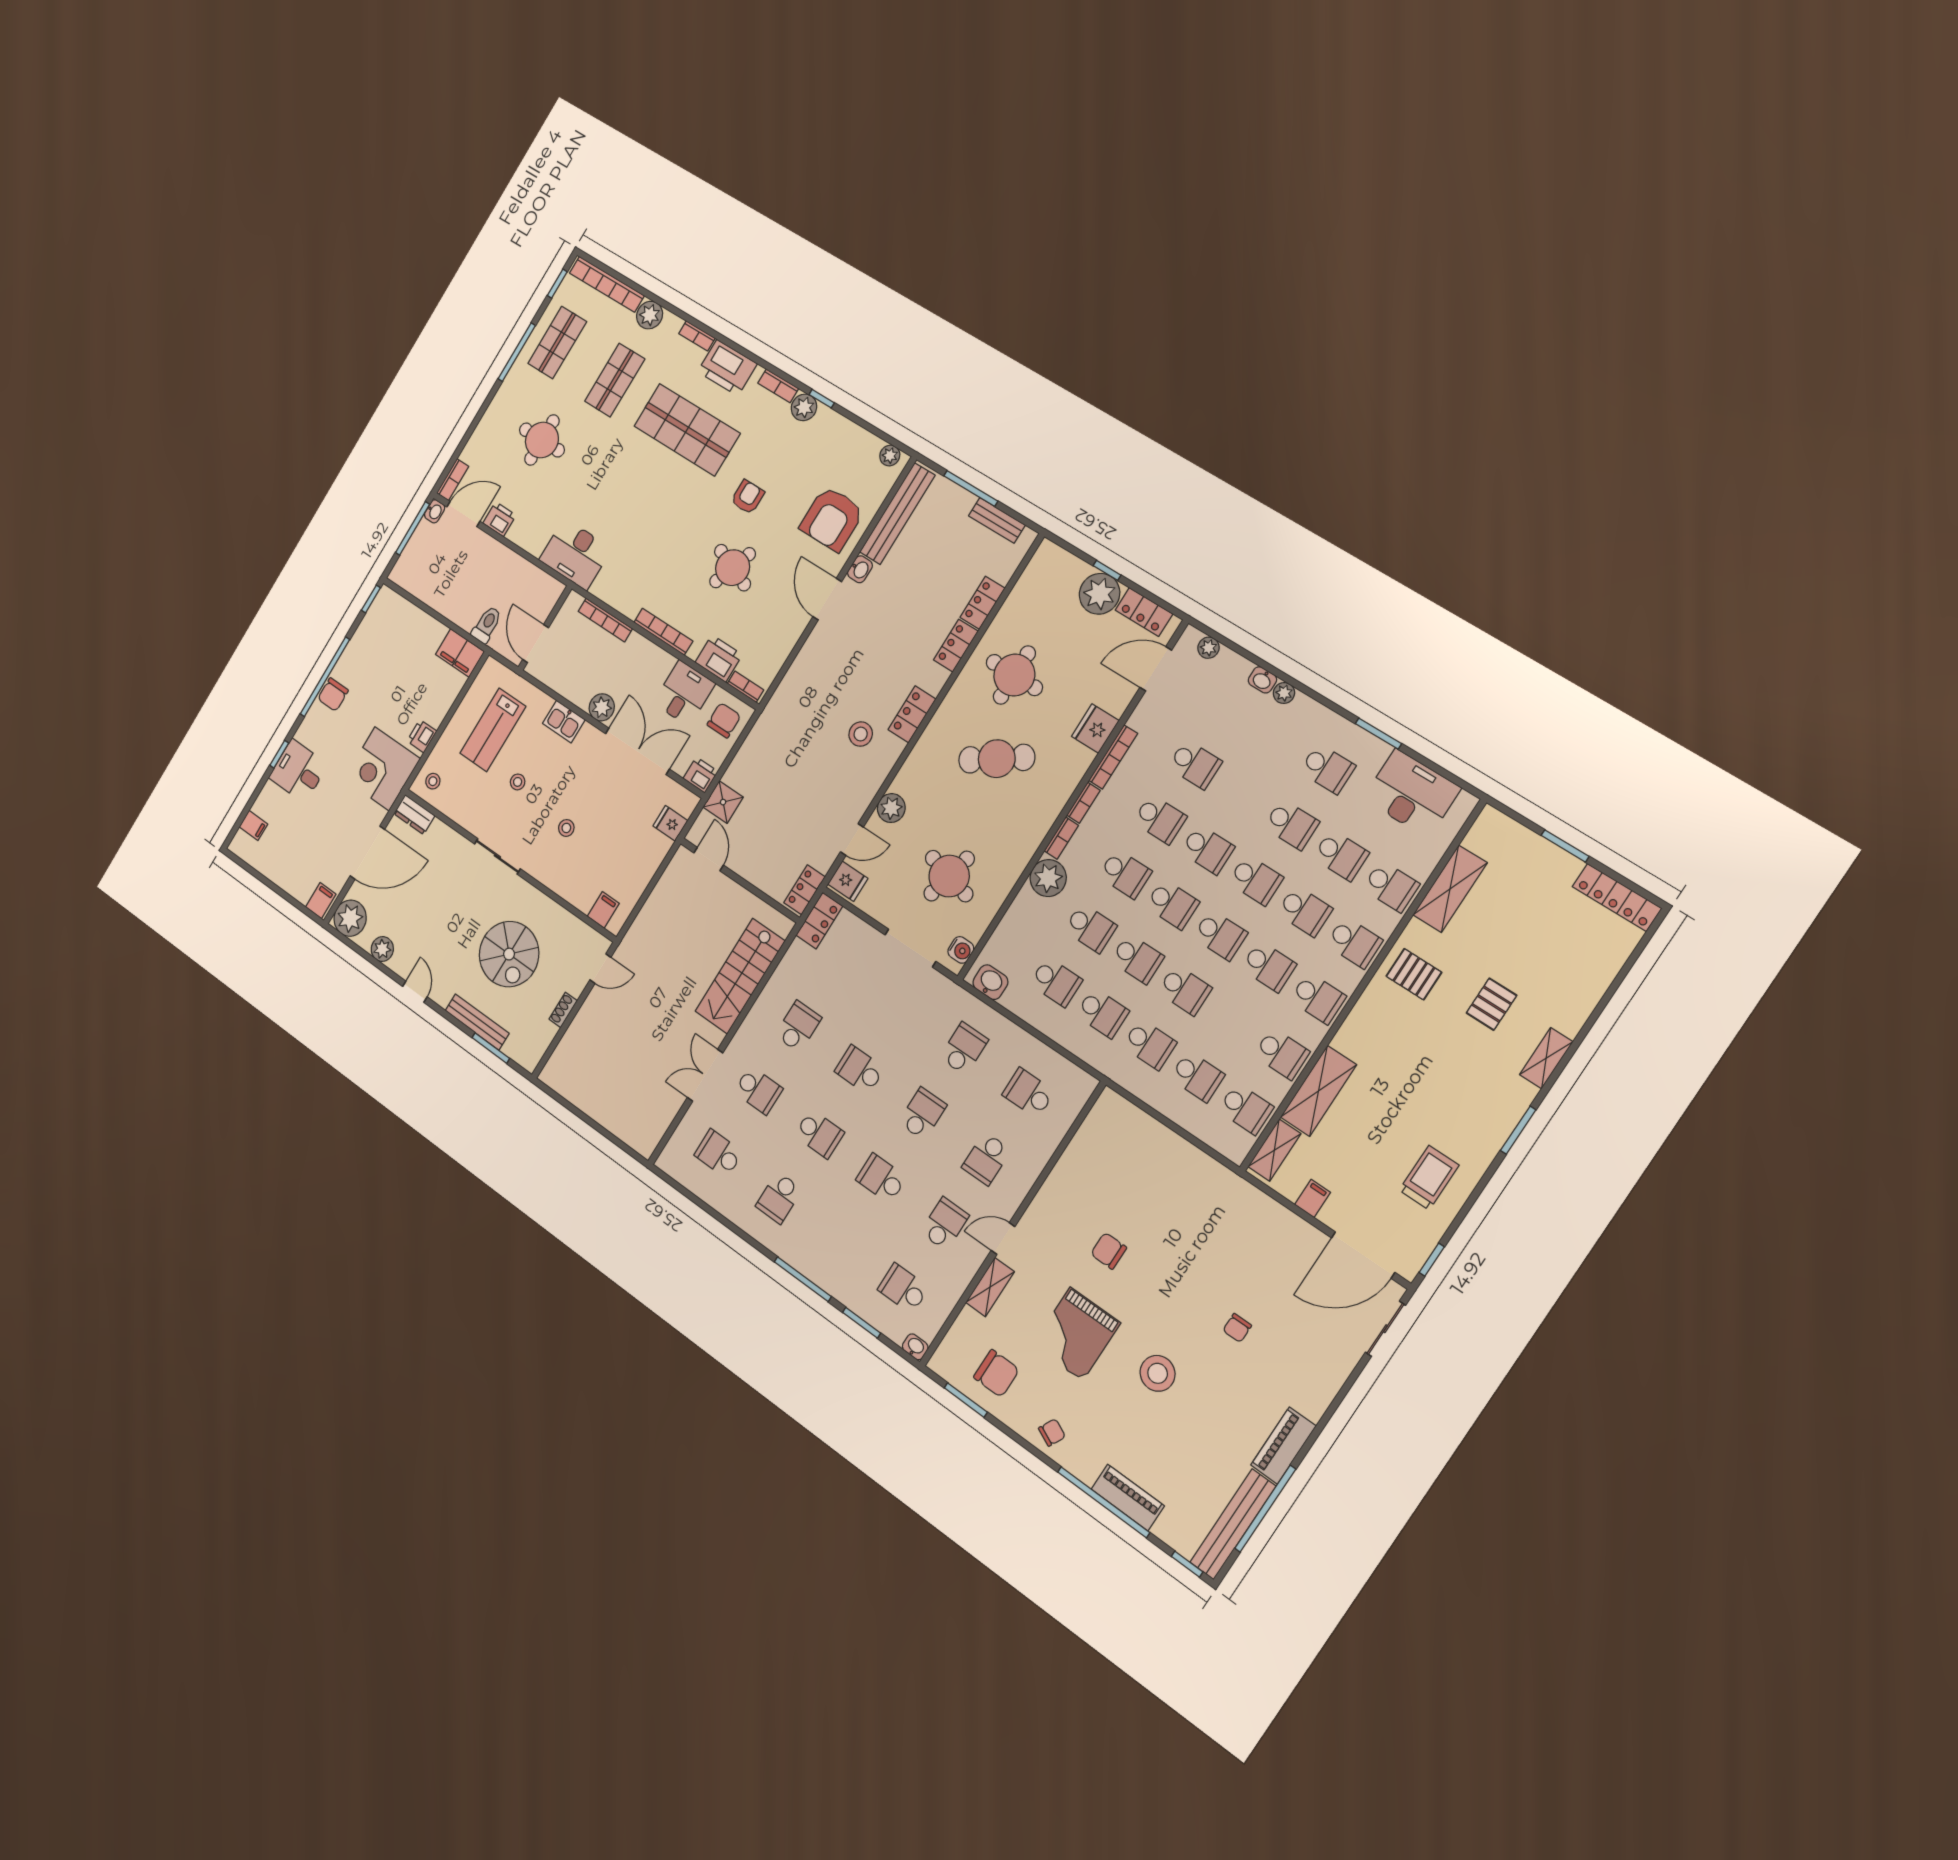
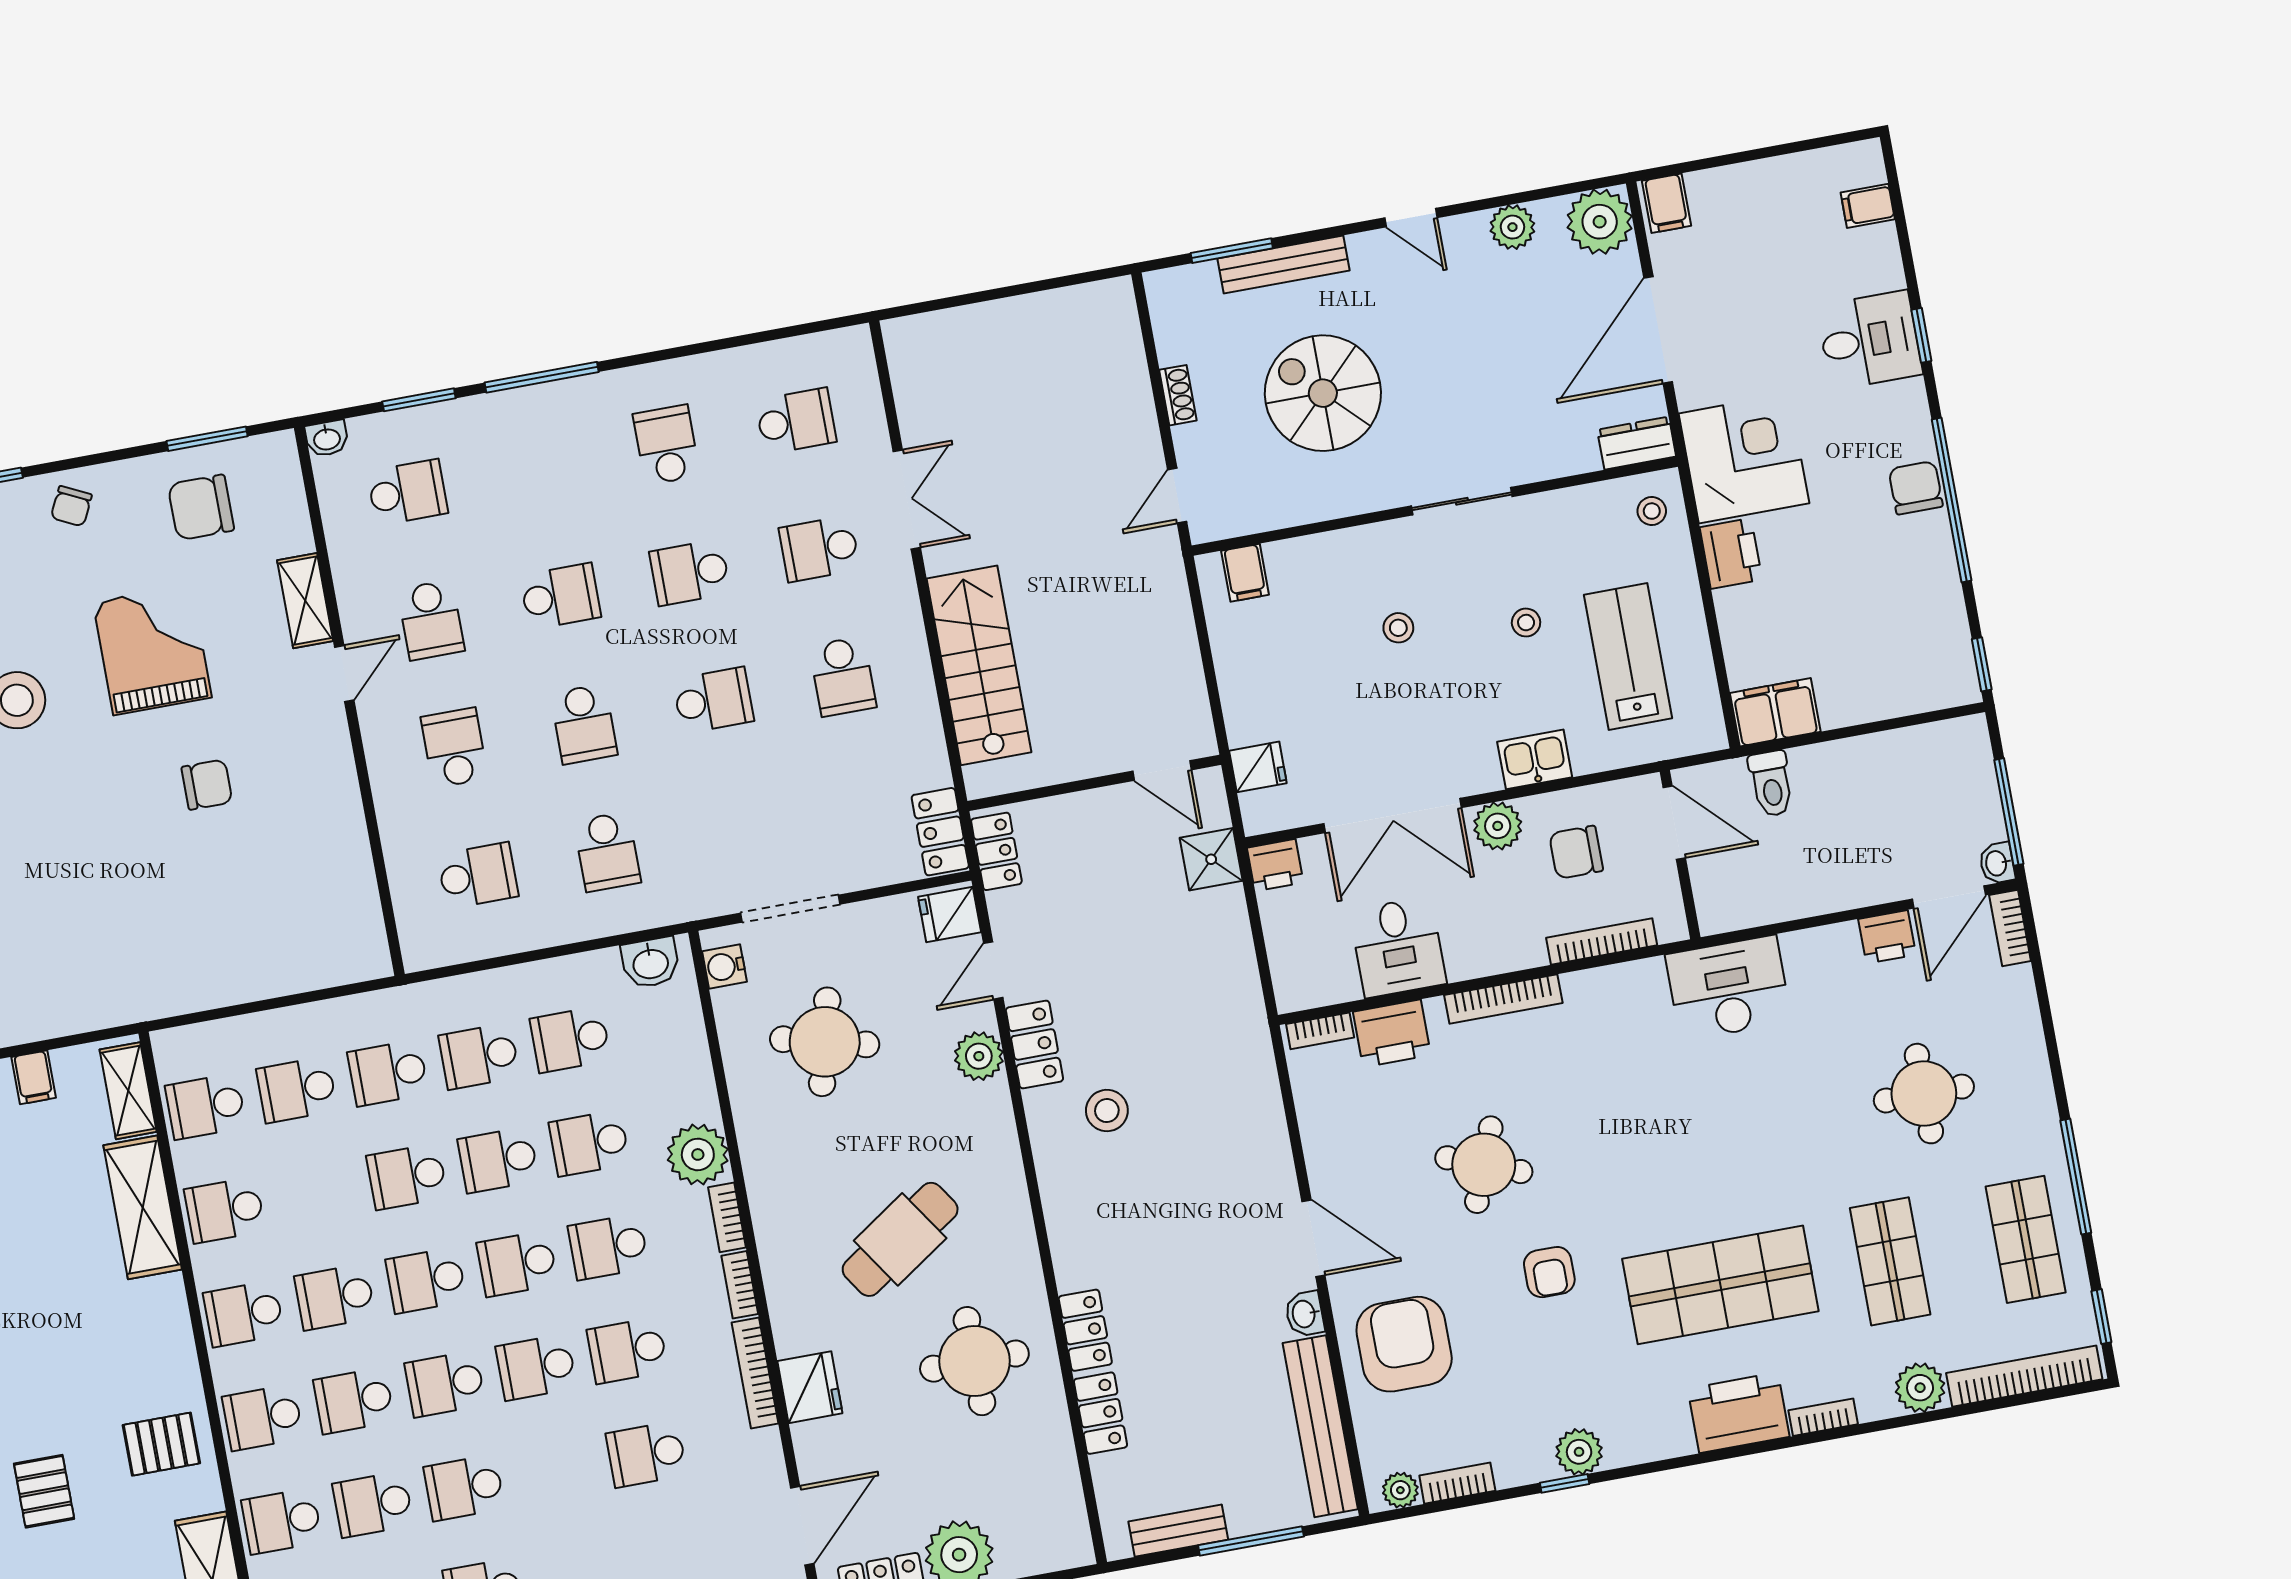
bookcase: (778, 386) -> (1457, 1483), moved
locker: (912, 714) -> (1034, 1044), moved
chair: (724, 720) -> (1576, 852), moved, turned 90
printer: (422, 736) -> (1731, 553), width x1.36, depth x1.24

